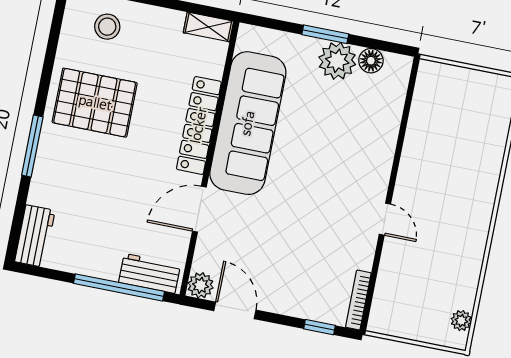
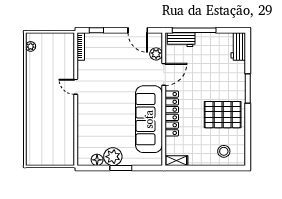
plant: (201, 285) -> (156, 54), moved

